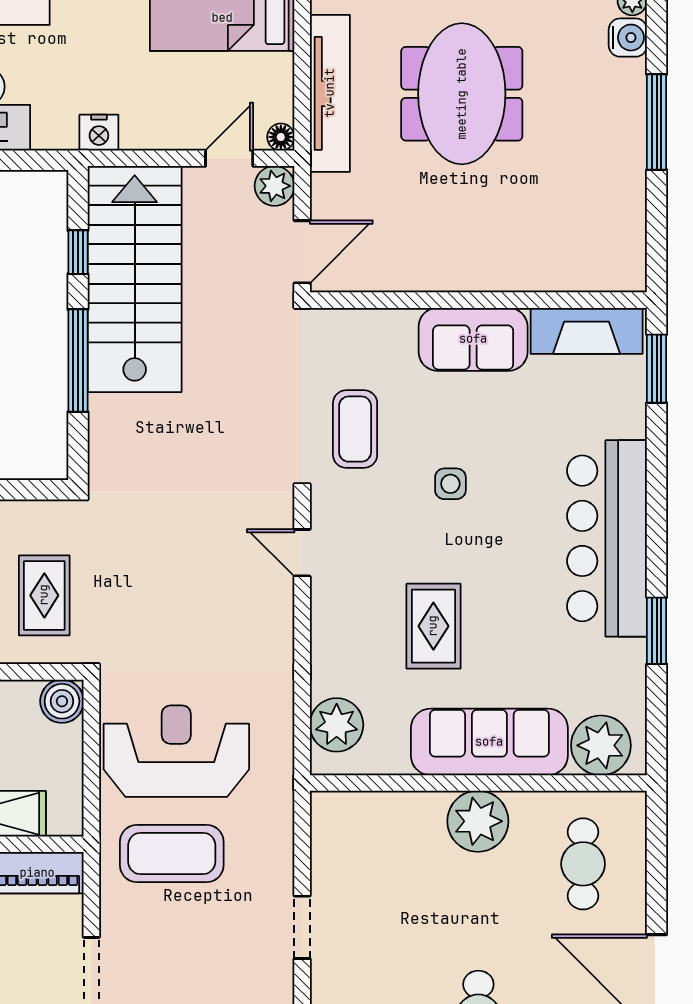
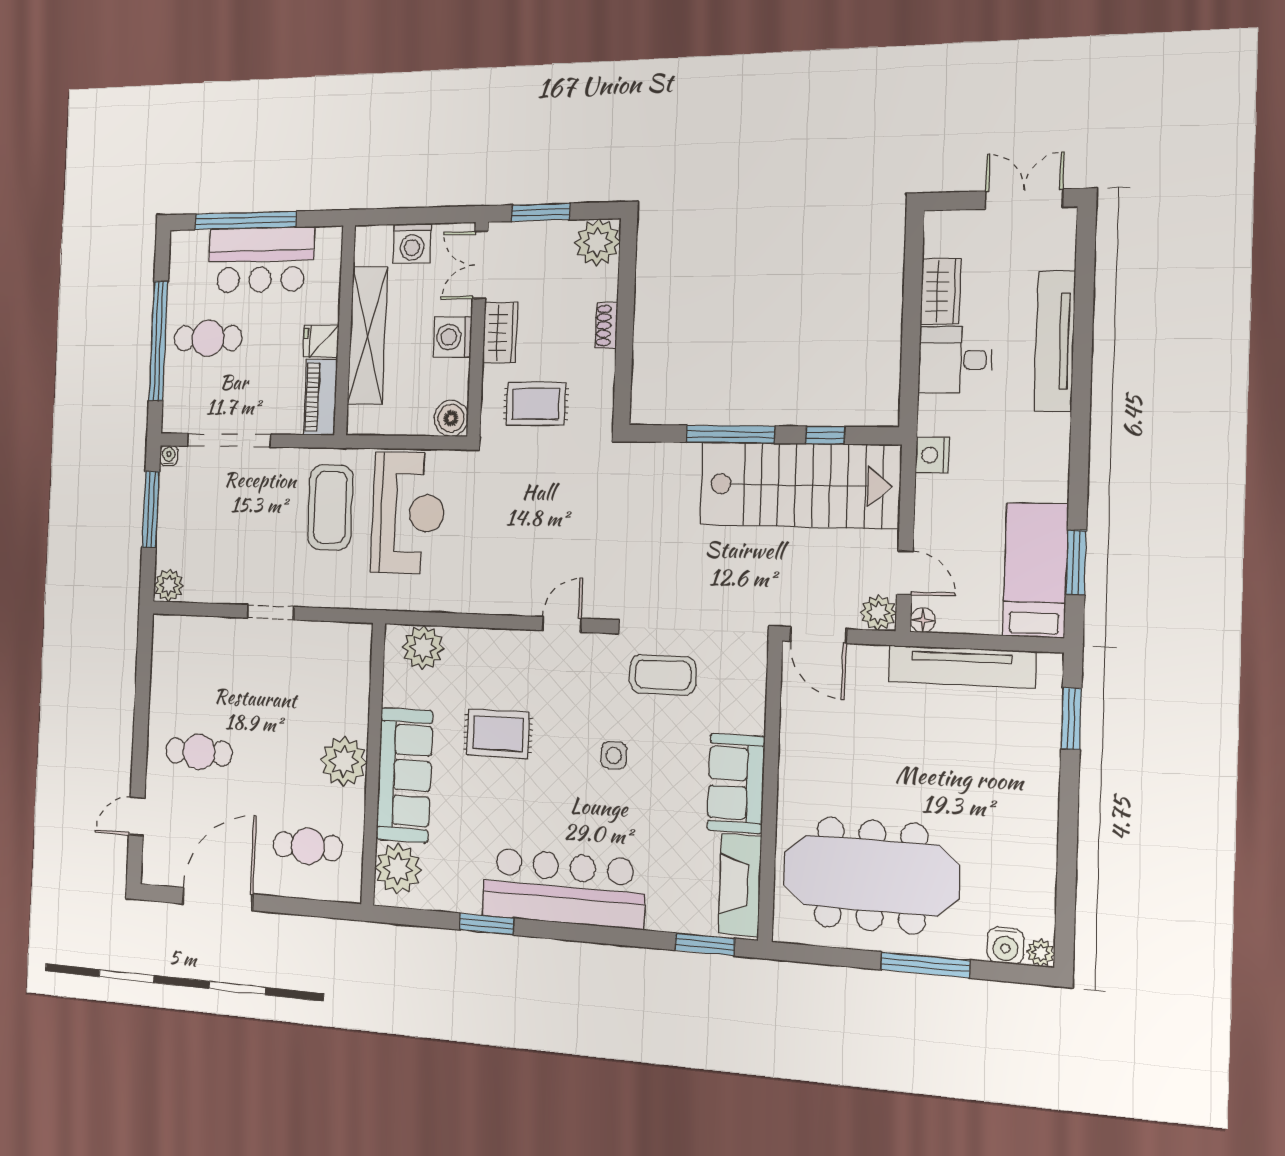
meeting table: (462, 94) -> (871, 875), moved, width x1.36

